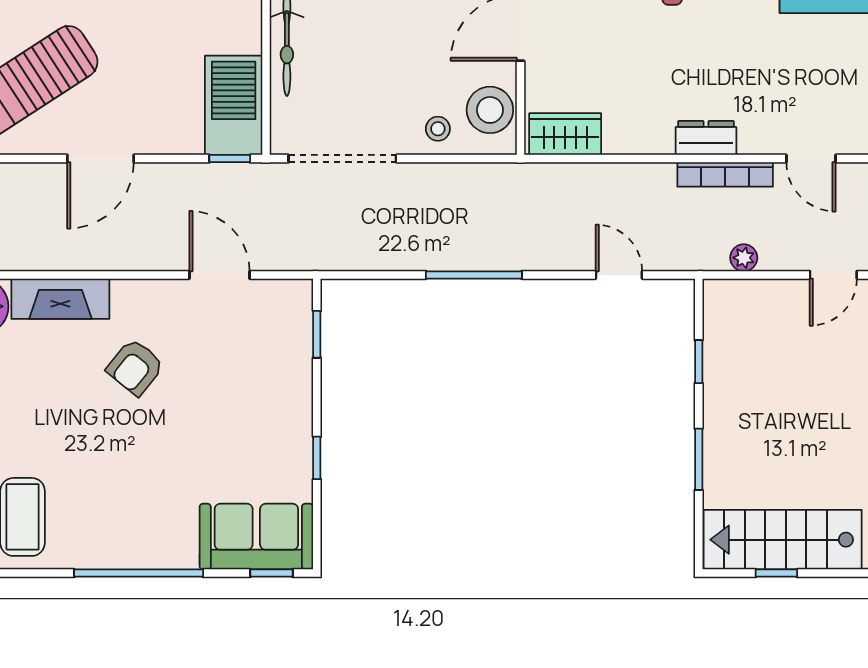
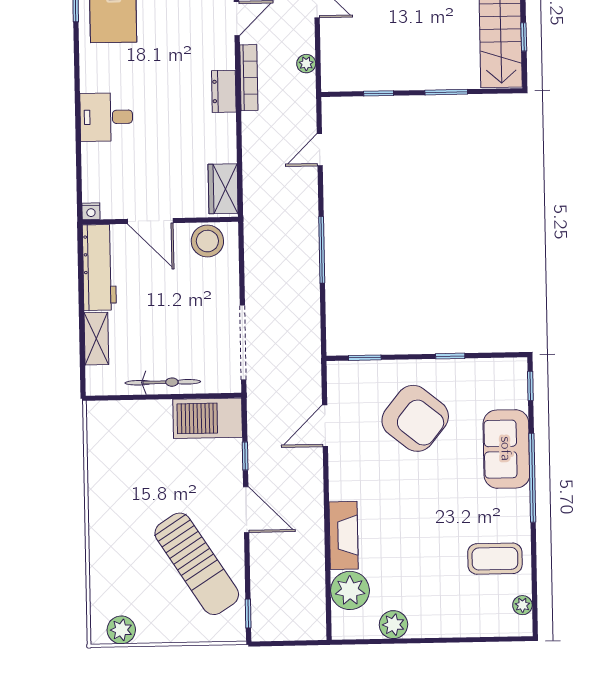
stool: (438, 129) -> (221, 277), removed
window: (230, 159) -> (245, 456), moved
armchair: (135, 367) -> (415, 418), moved, width x1.88, depth x1.88
sofa: (256, 537) -> (506, 449), moved

